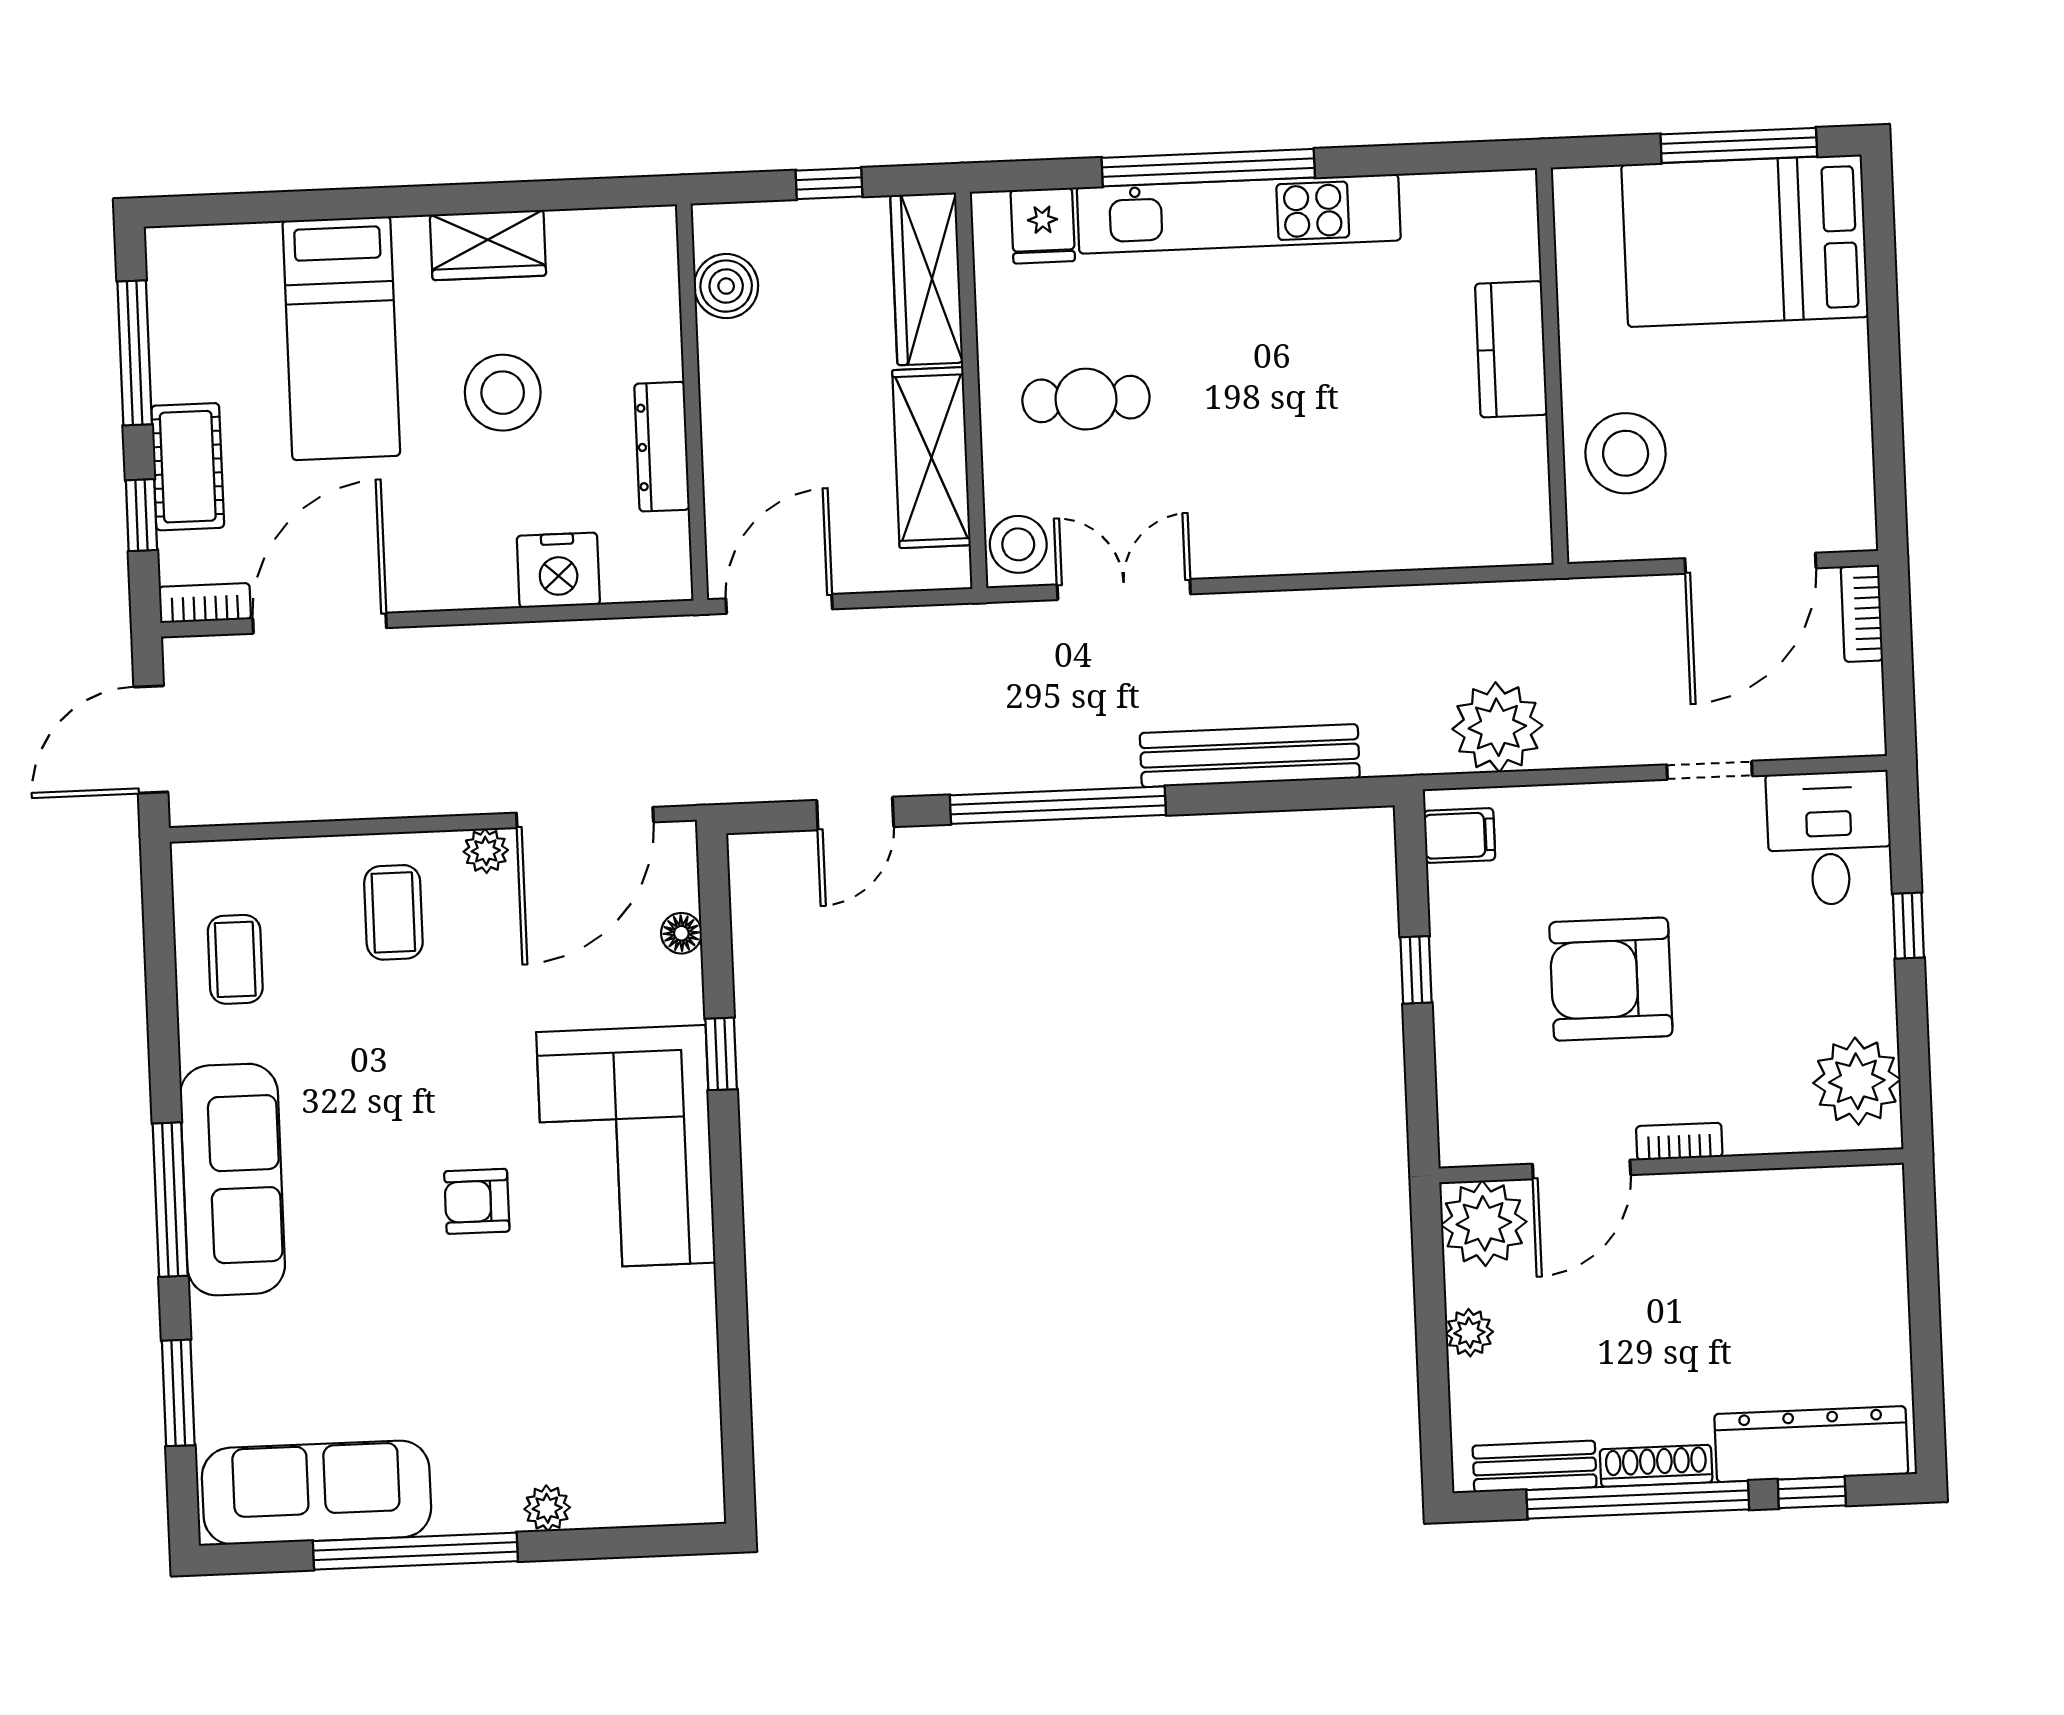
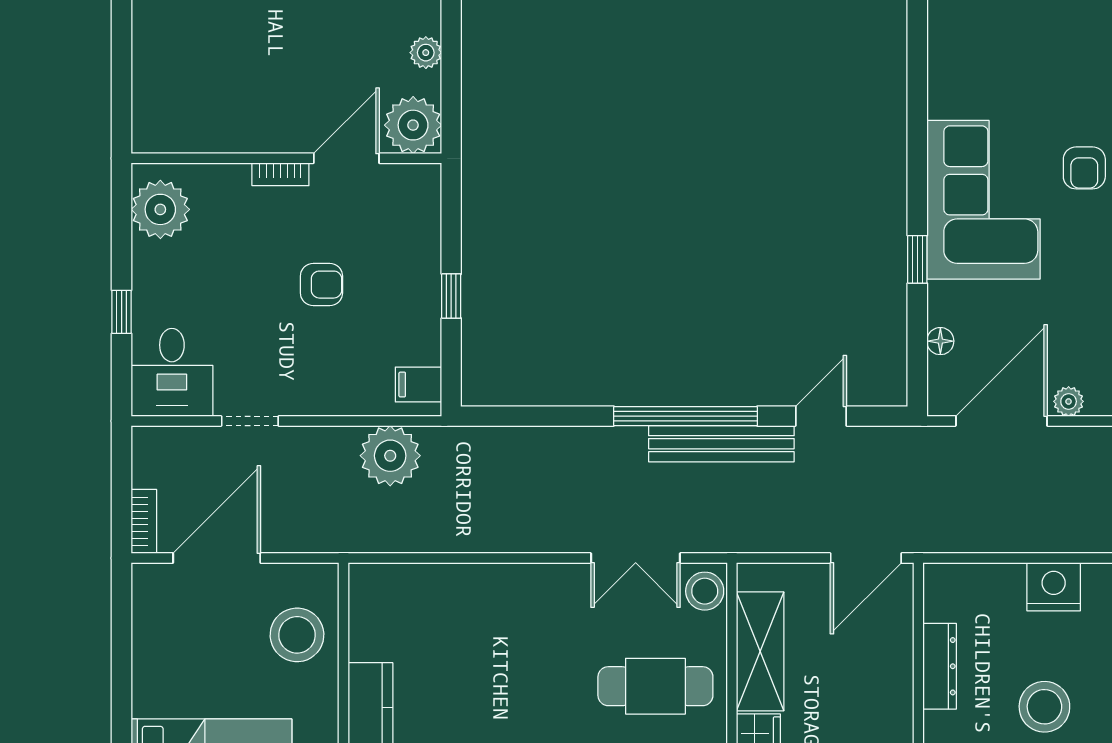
cafe table: (1086, 399) -> (655, 686), width x1.37, depth x1.35
nightstand: (558, 570) -> (1054, 587), moved
bench: (1250, 756) -> (721, 444), moved
armchair: (1611, 979) -> (321, 285), width x0.53, depth x0.53
armchair: (477, 1201) -> (1084, 168), turned 90

